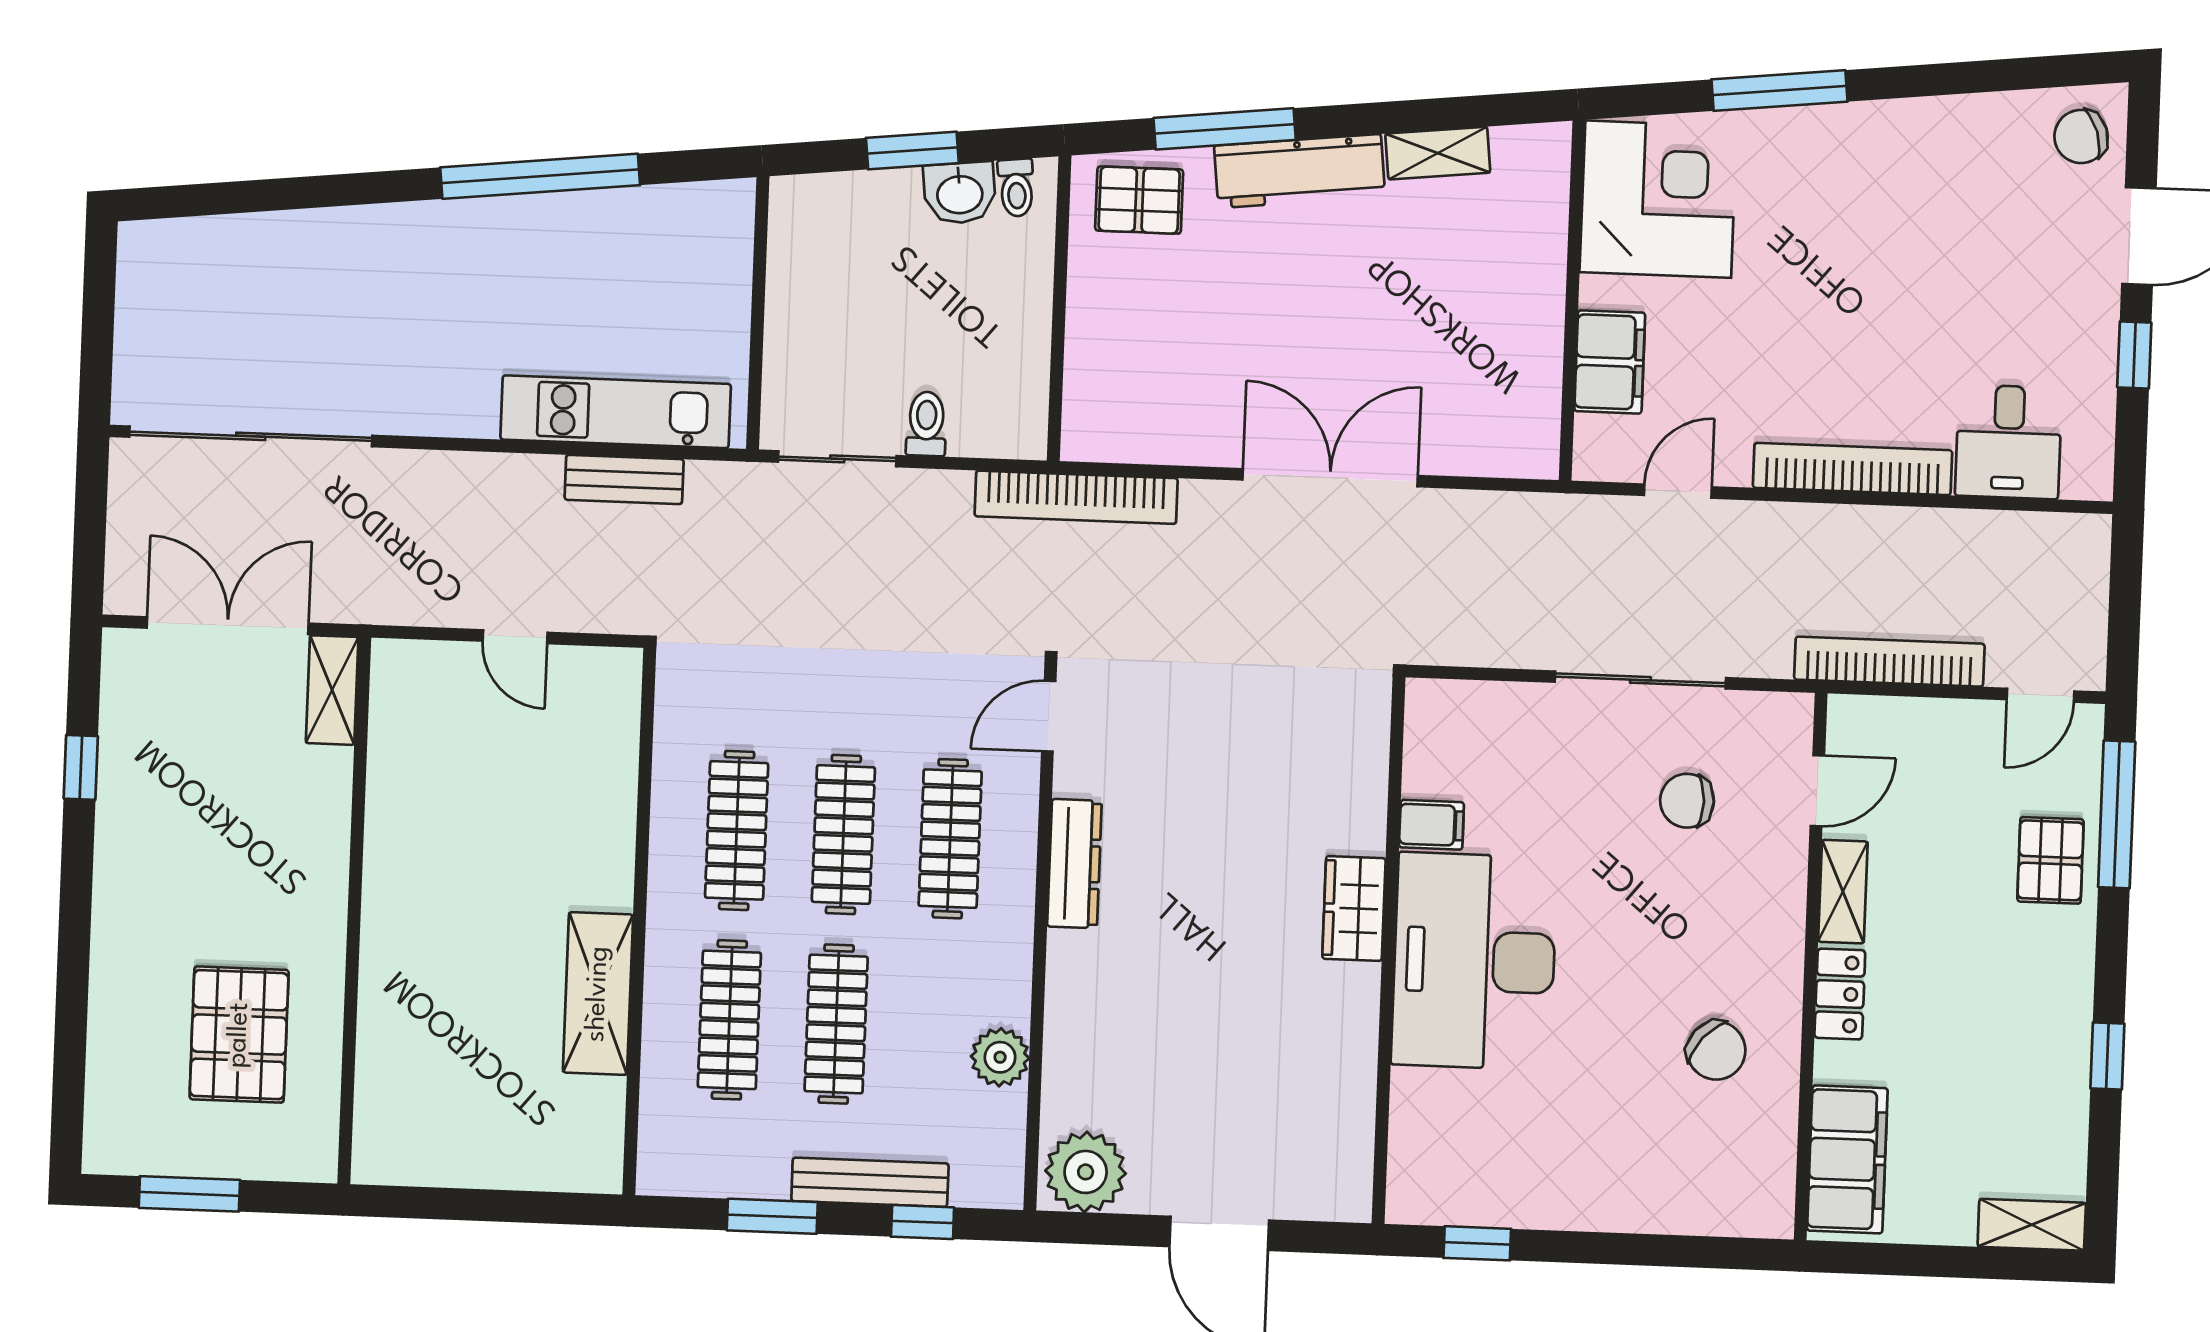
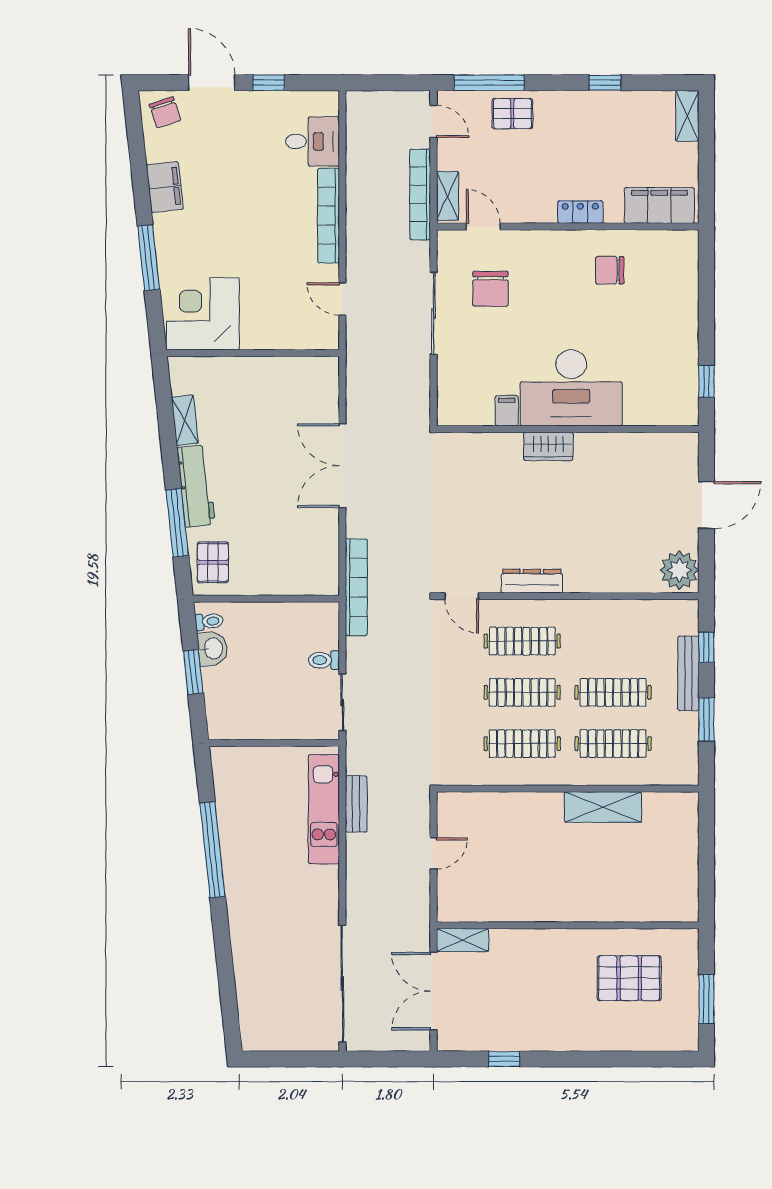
filing cabinet: (1610, 362) -> (165, 187), moved, turned 84
chair: (1687, 801) -> (490, 289), width x1.37, depth x1.37
shelving: (1843, 892) -> (448, 196), moved, turned 90
chair: (1716, 1050) -> (610, 270), turned -131
plant: (1000, 1057) -> (626, 613), removed

